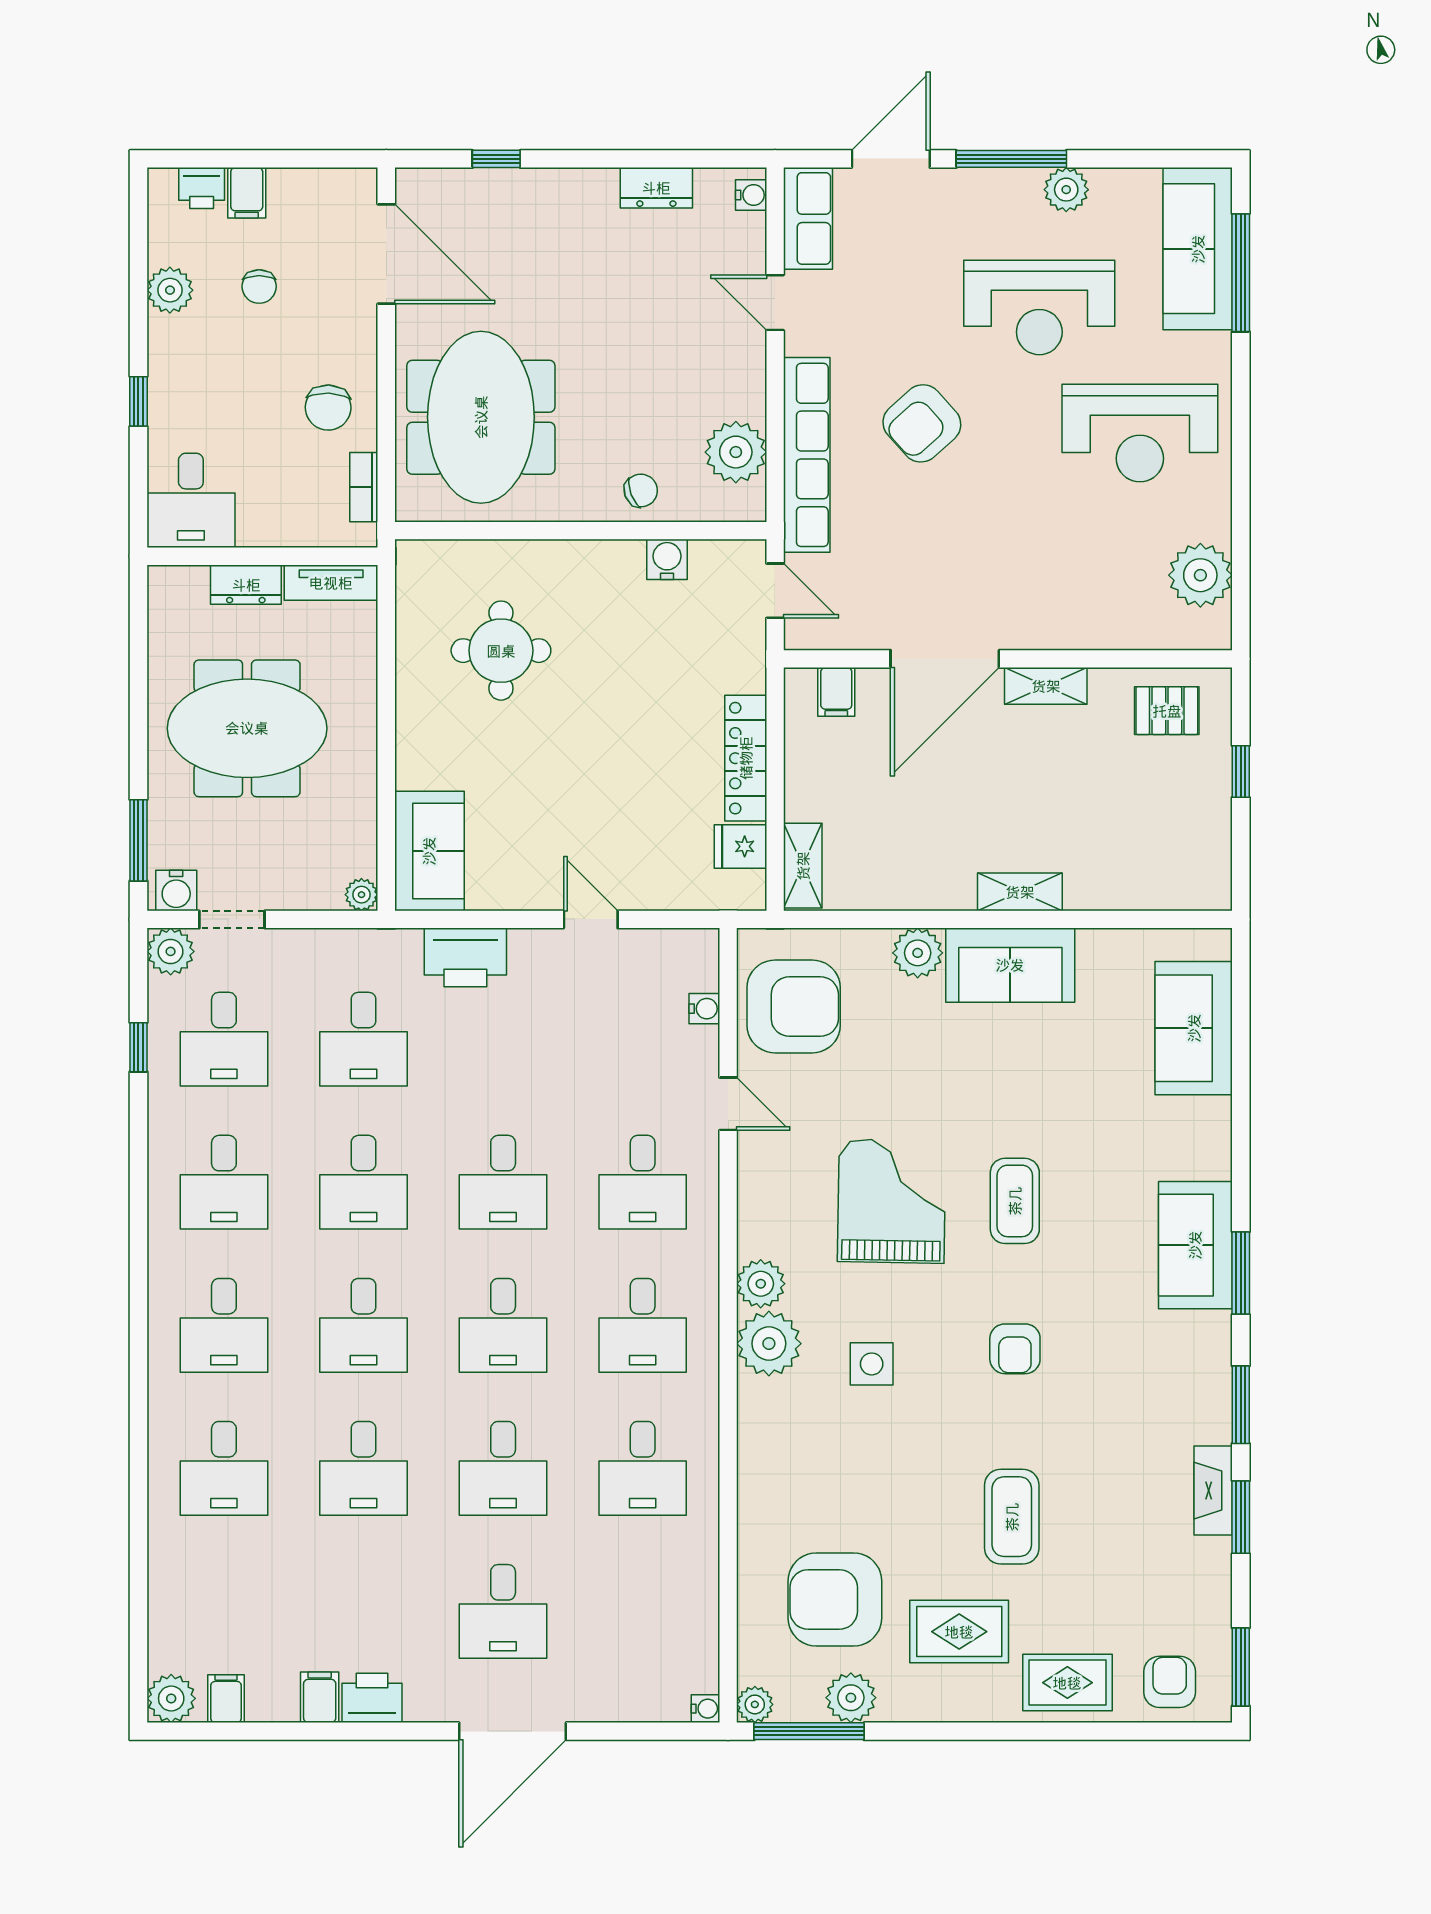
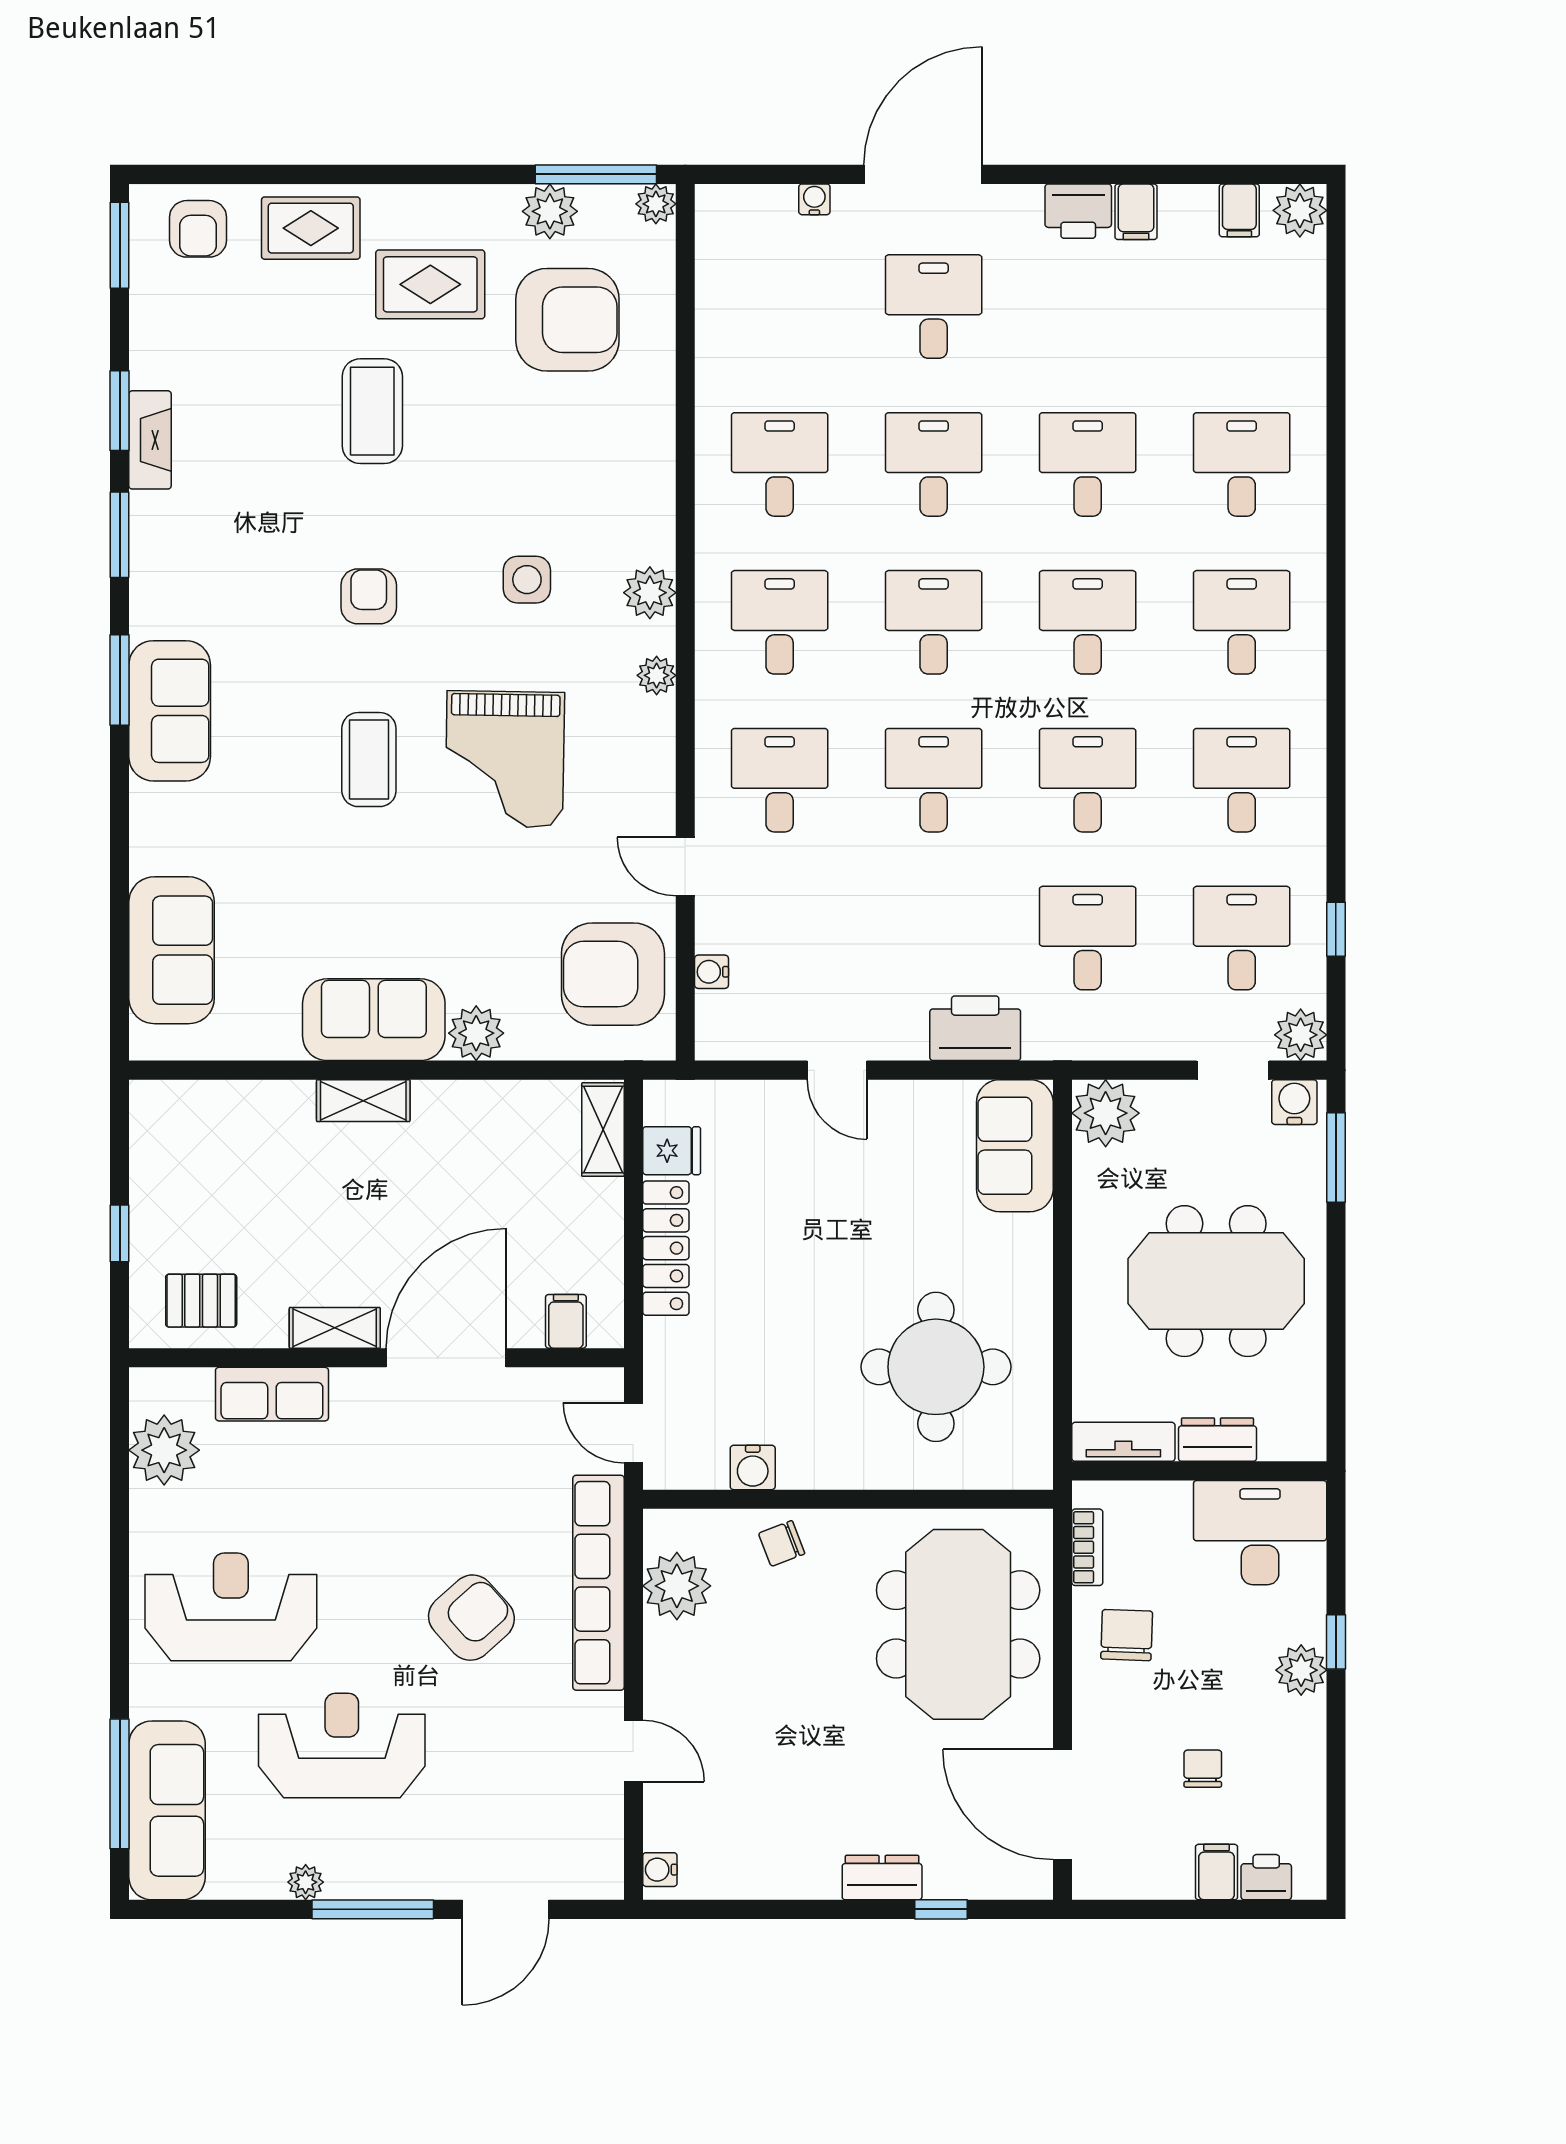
dresser: (656, 188) -> (882, 1878), moved
plant: (1066, 190) -> (306, 1882), width x0.73, depth x0.73
row of seats: (808, 218) -> (272, 1394), moved, turned -90
plant: (170, 290) -> (1301, 1670), moved
desk: (191, 500) -> (1260, 1533), width x1.37
round table: (501, 651) -> (936, 1367), width x1.36, depth x1.36
plant: (361, 895) -> (1106, 1113), width x1.87, depth x1.87
plant: (761, 1284) -> (657, 675), width x0.73, depth x0.73
plant: (769, 1344) -> (650, 593), width x0.73, depth x0.73
water cooler: (705, 1709) -> (814, 199), moved, turned 90

